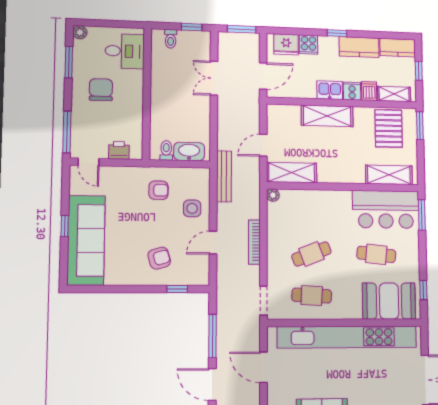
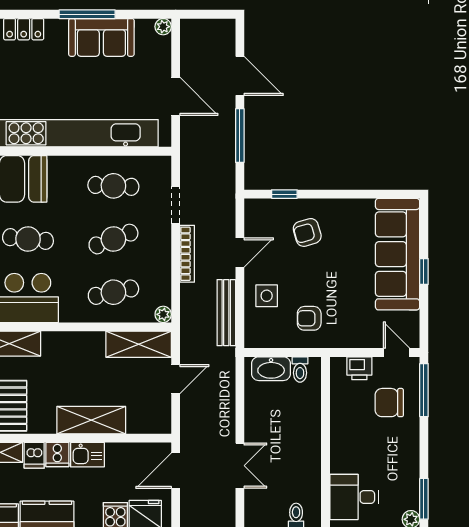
window: (69, 62) -> (424, 499), moved
chair: (101, 90) -> (389, 403), moved, turned 90
bench: (224, 176) -> (226, 313), moved
cafe table: (311, 213) -> (113, 292), added
doorway: (263, 301) -> (176, 205), moved

